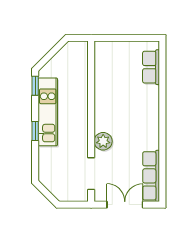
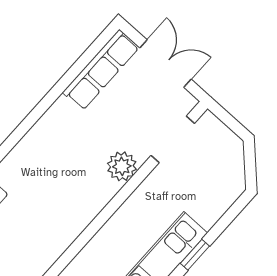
double door: (125, 205) -> (165, 64), swing flipped

